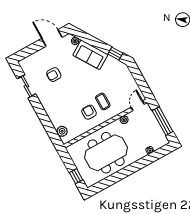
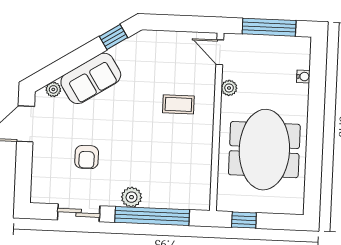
armchair: (89, 112) -> (182, 137), removed
window: (45, 120) -> (152, 216), added
plant: (62, 131) -> (132, 197), moved
window: (76, 176) -> (244, 220), moved

